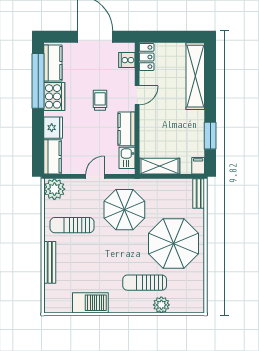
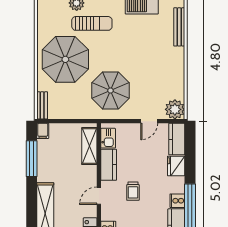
cooker: (54, 96) -> (177, 201), width x0.53, depth x0.76
window: (210, 136) -> (32, 159), width x1.44
shelving: (159, 166) -> (89, 146), moved, turned 90
door: (95, 176) -> (149, 121), moved
sun lounger: (72, 225) -> (159, 76), removed
bench: (50, 262) -> (179, 27), moved

